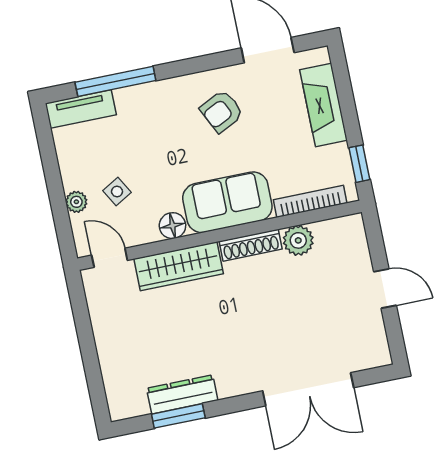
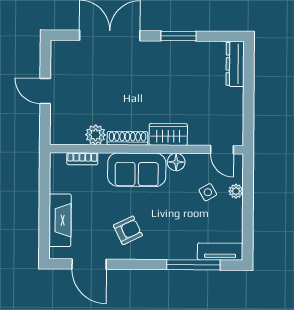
window: (359, 164) -> (45, 177), removed
bookcase: (310, 201) -> (82, 159), width x0.64
wardrobe: (179, 266) -> (168, 134), width x0.67
dresser: (182, 394) -> (235, 64), moved, turned 90
window: (178, 416) -> (178, 36), moved

